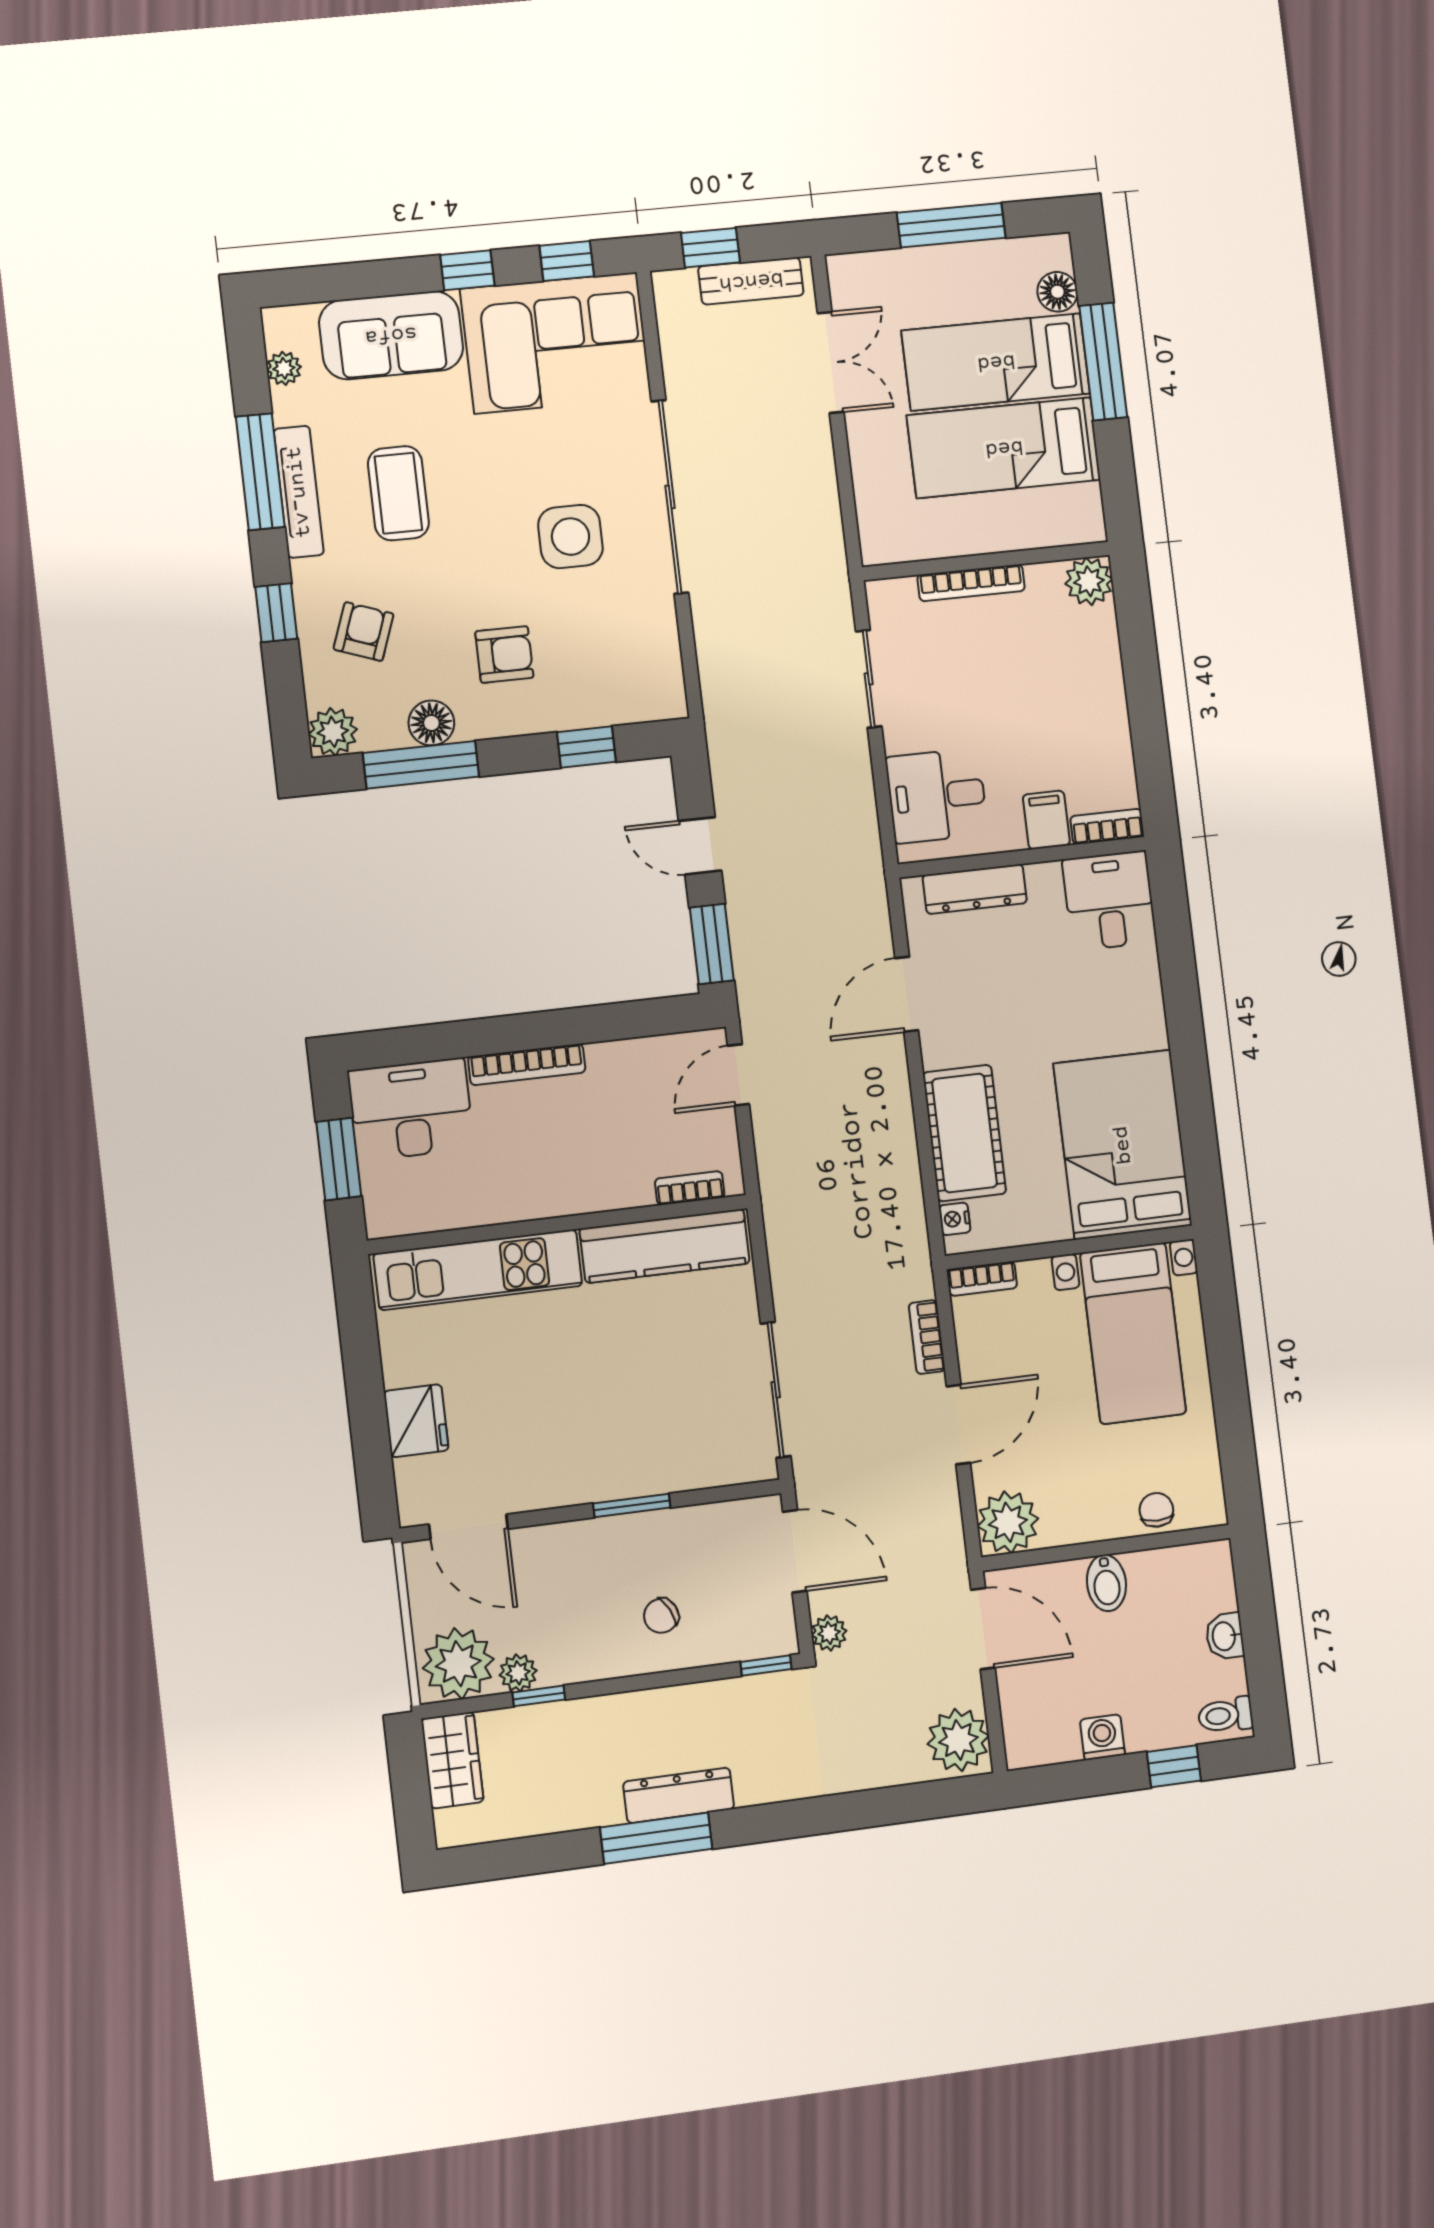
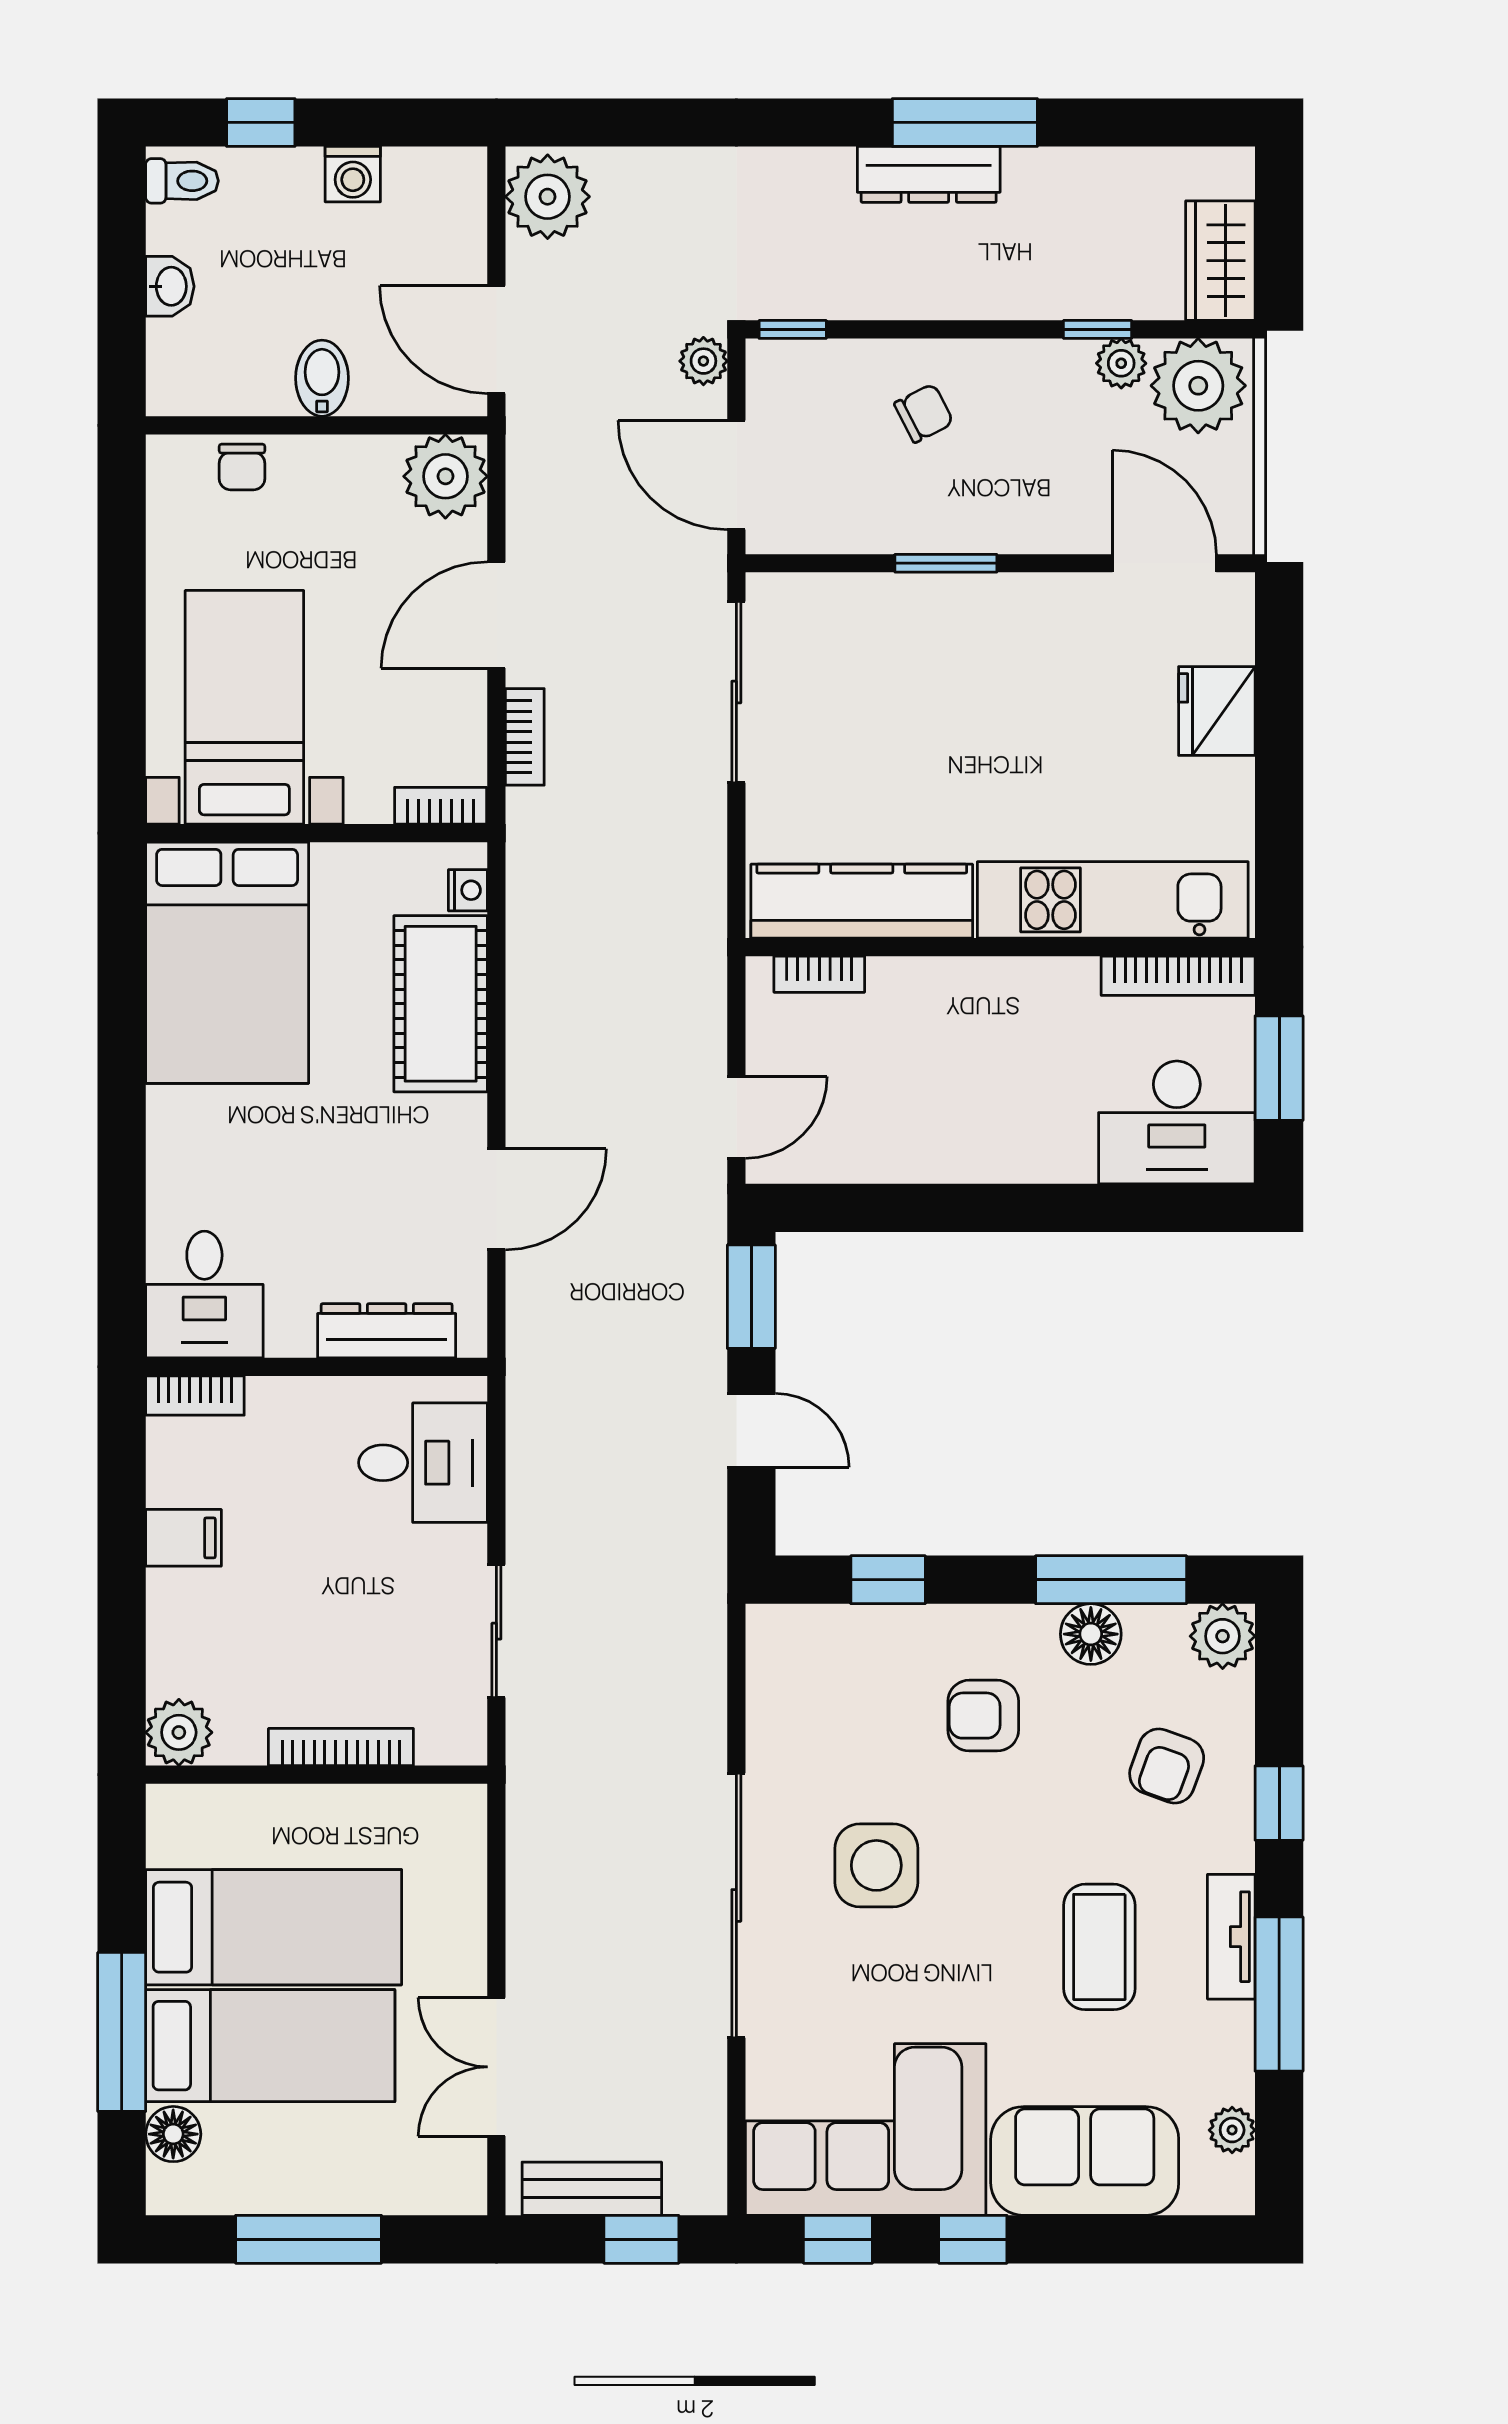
tv unit: (299, 492) -> (1231, 1937), width x0.71
filing cabinet: (1046, 820) -> (183, 1538), moved, turned -90
bookcase: (527, 1064) -> (1178, 976), moved, turned 180

